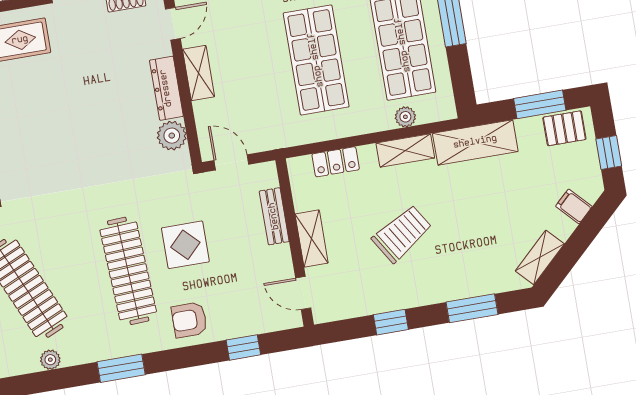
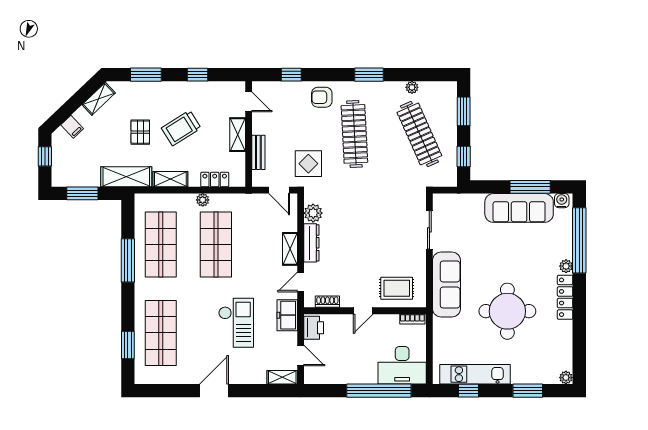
plant: (405, 117) -> (203, 200), moved
pallet: (564, 128) -> (140, 132), moved, turned 90
display table: (185, 245) -> (308, 164), moved
armchair: (189, 320) -> (322, 97), turned 180

